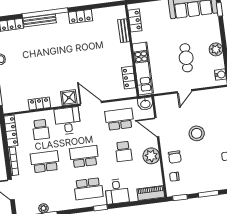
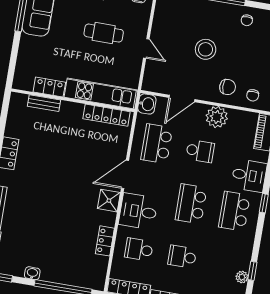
locker: (135, 20) -> (49, 87), moved
locker: (129, 78) -> (107, 115), width x1.53
school desk: (41, 129) -> (139, 249), turned 180
school desk: (45, 162) -> (182, 257), width x0.54
school desk: (88, 189) -> (234, 211), turned 180

